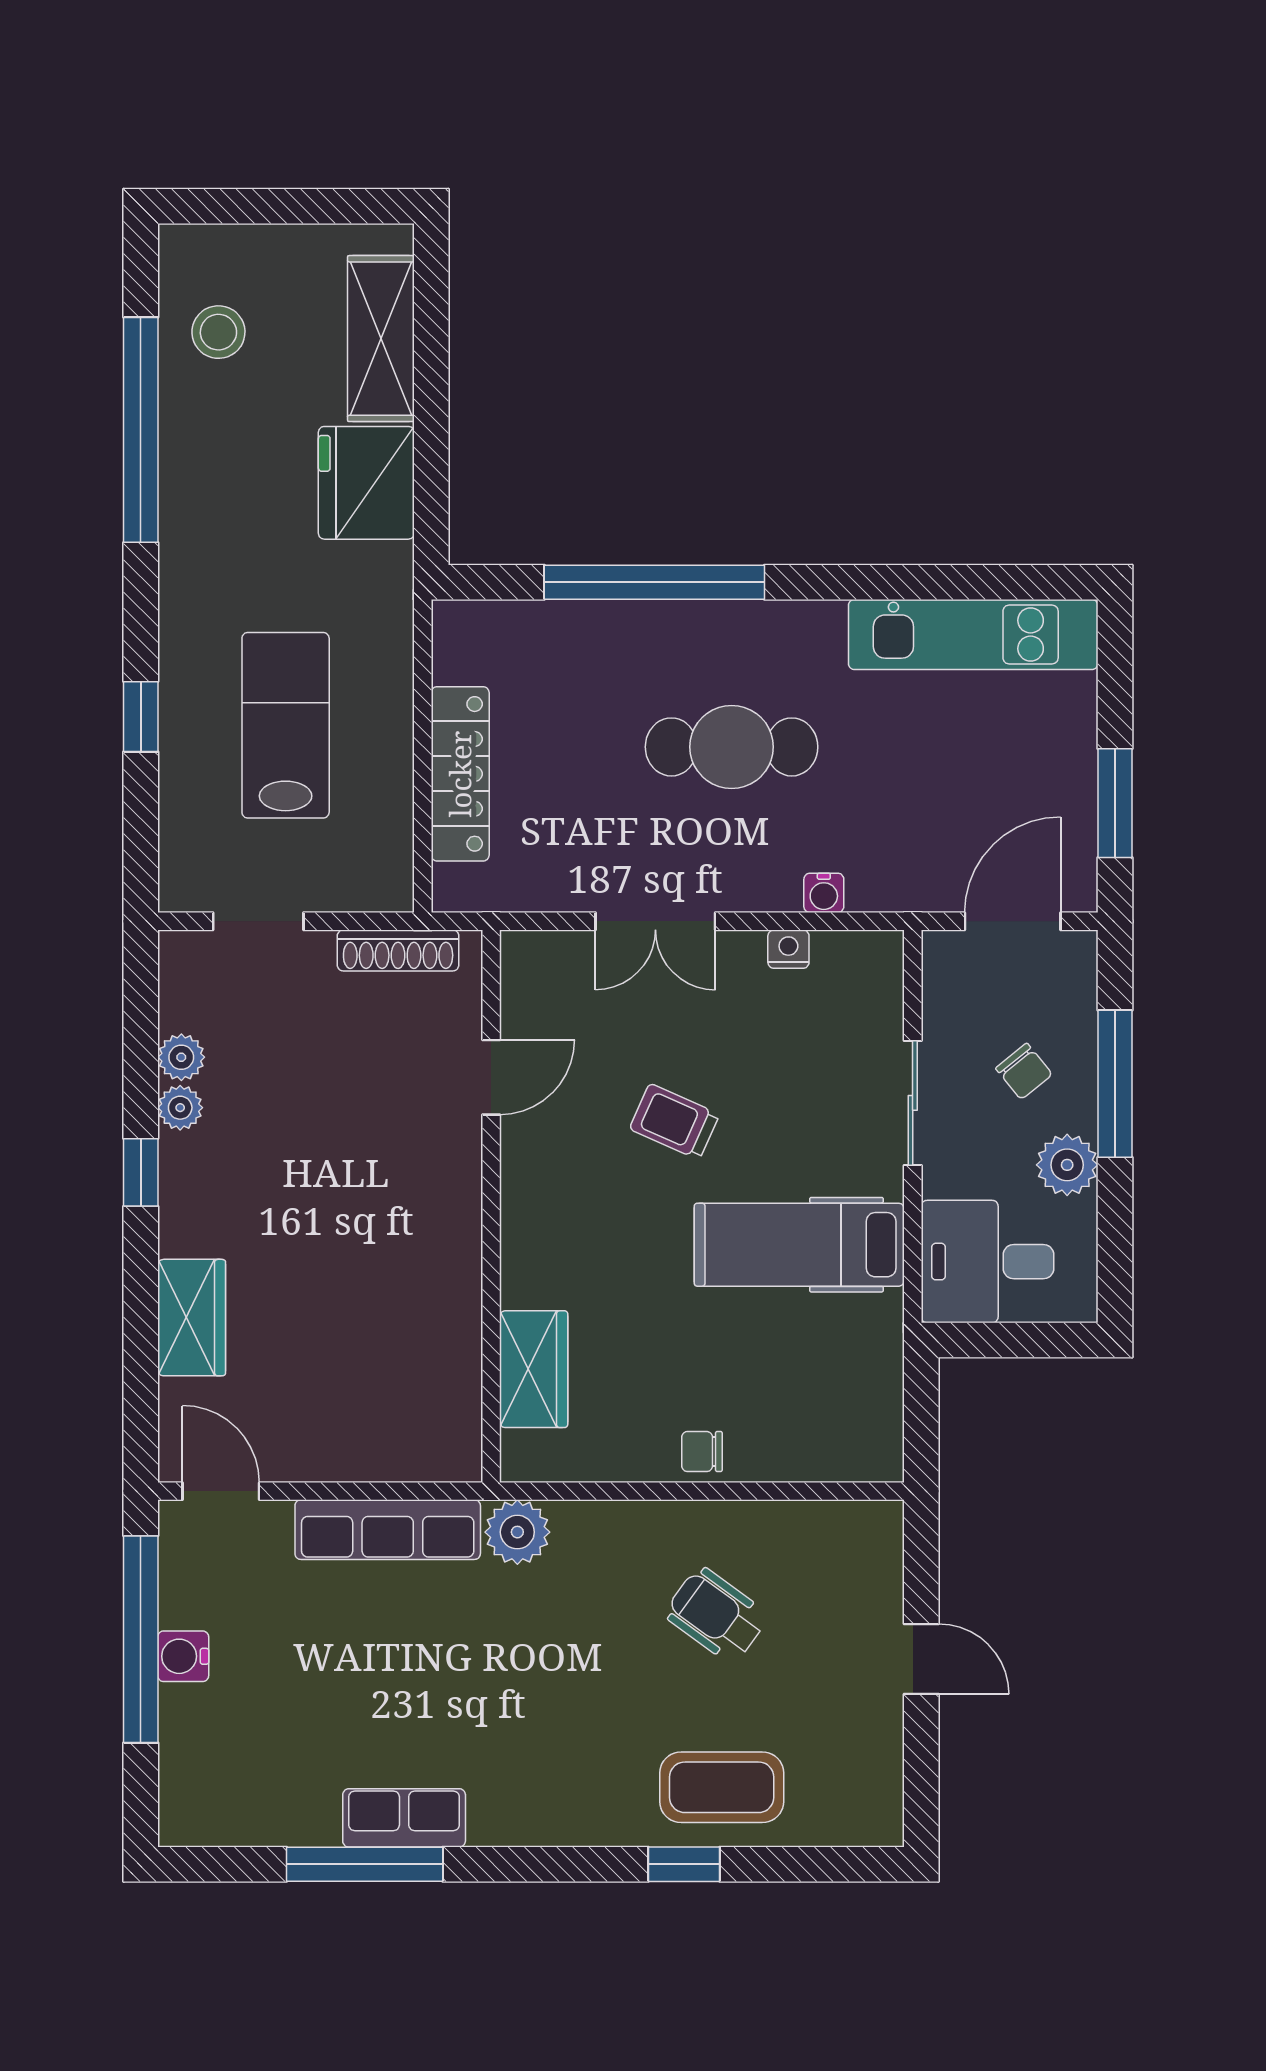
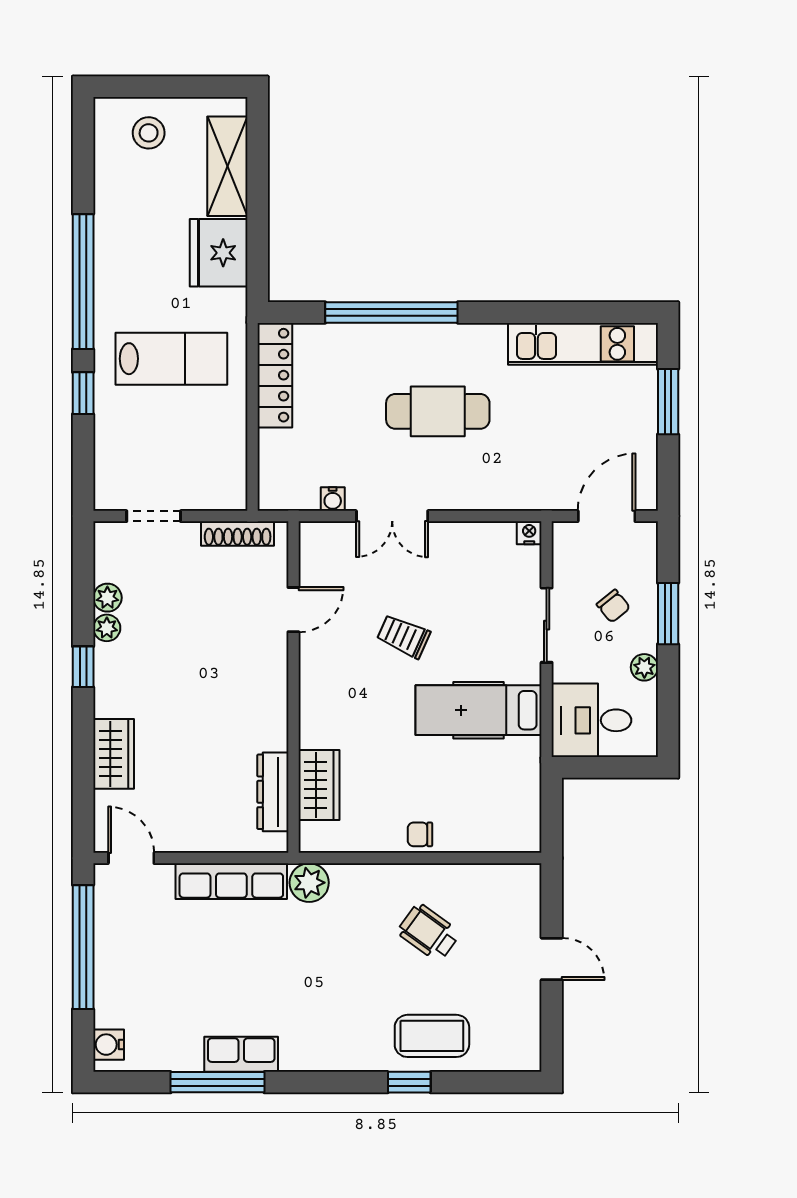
stool: (218, 332) -> (149, 133), moved
window: (141, 430) -> (83, 282), moved
lab bench: (286, 725) -> (171, 359), moved, turned 90
locker: (460, 774) -> (275, 375), moved
window: (1115, 803) -> (668, 402), moved
water cooler: (824, 893) -> (333, 499), moved
nightstand: (788, 949) -> (529, 533), moved
window: (1115, 1084) -> (668, 614), width x0.69
plant: (1067, 1165) -> (644, 667), width x0.73, depth x0.73
dresser: (457, 1381) -> (273, 792), added
water cooler: (183, 1656) -> (109, 1045), moved

